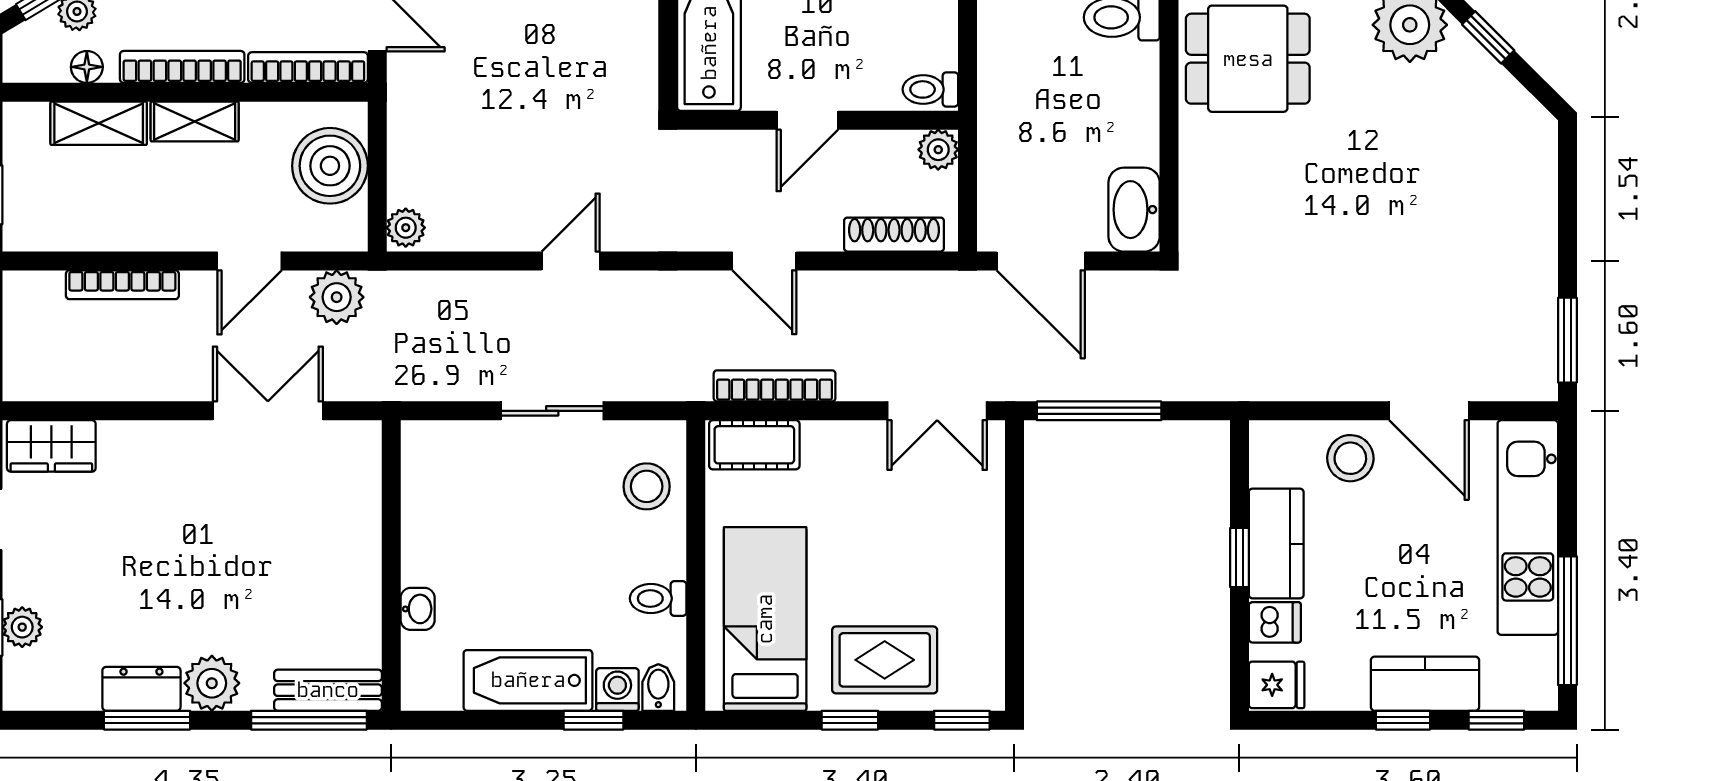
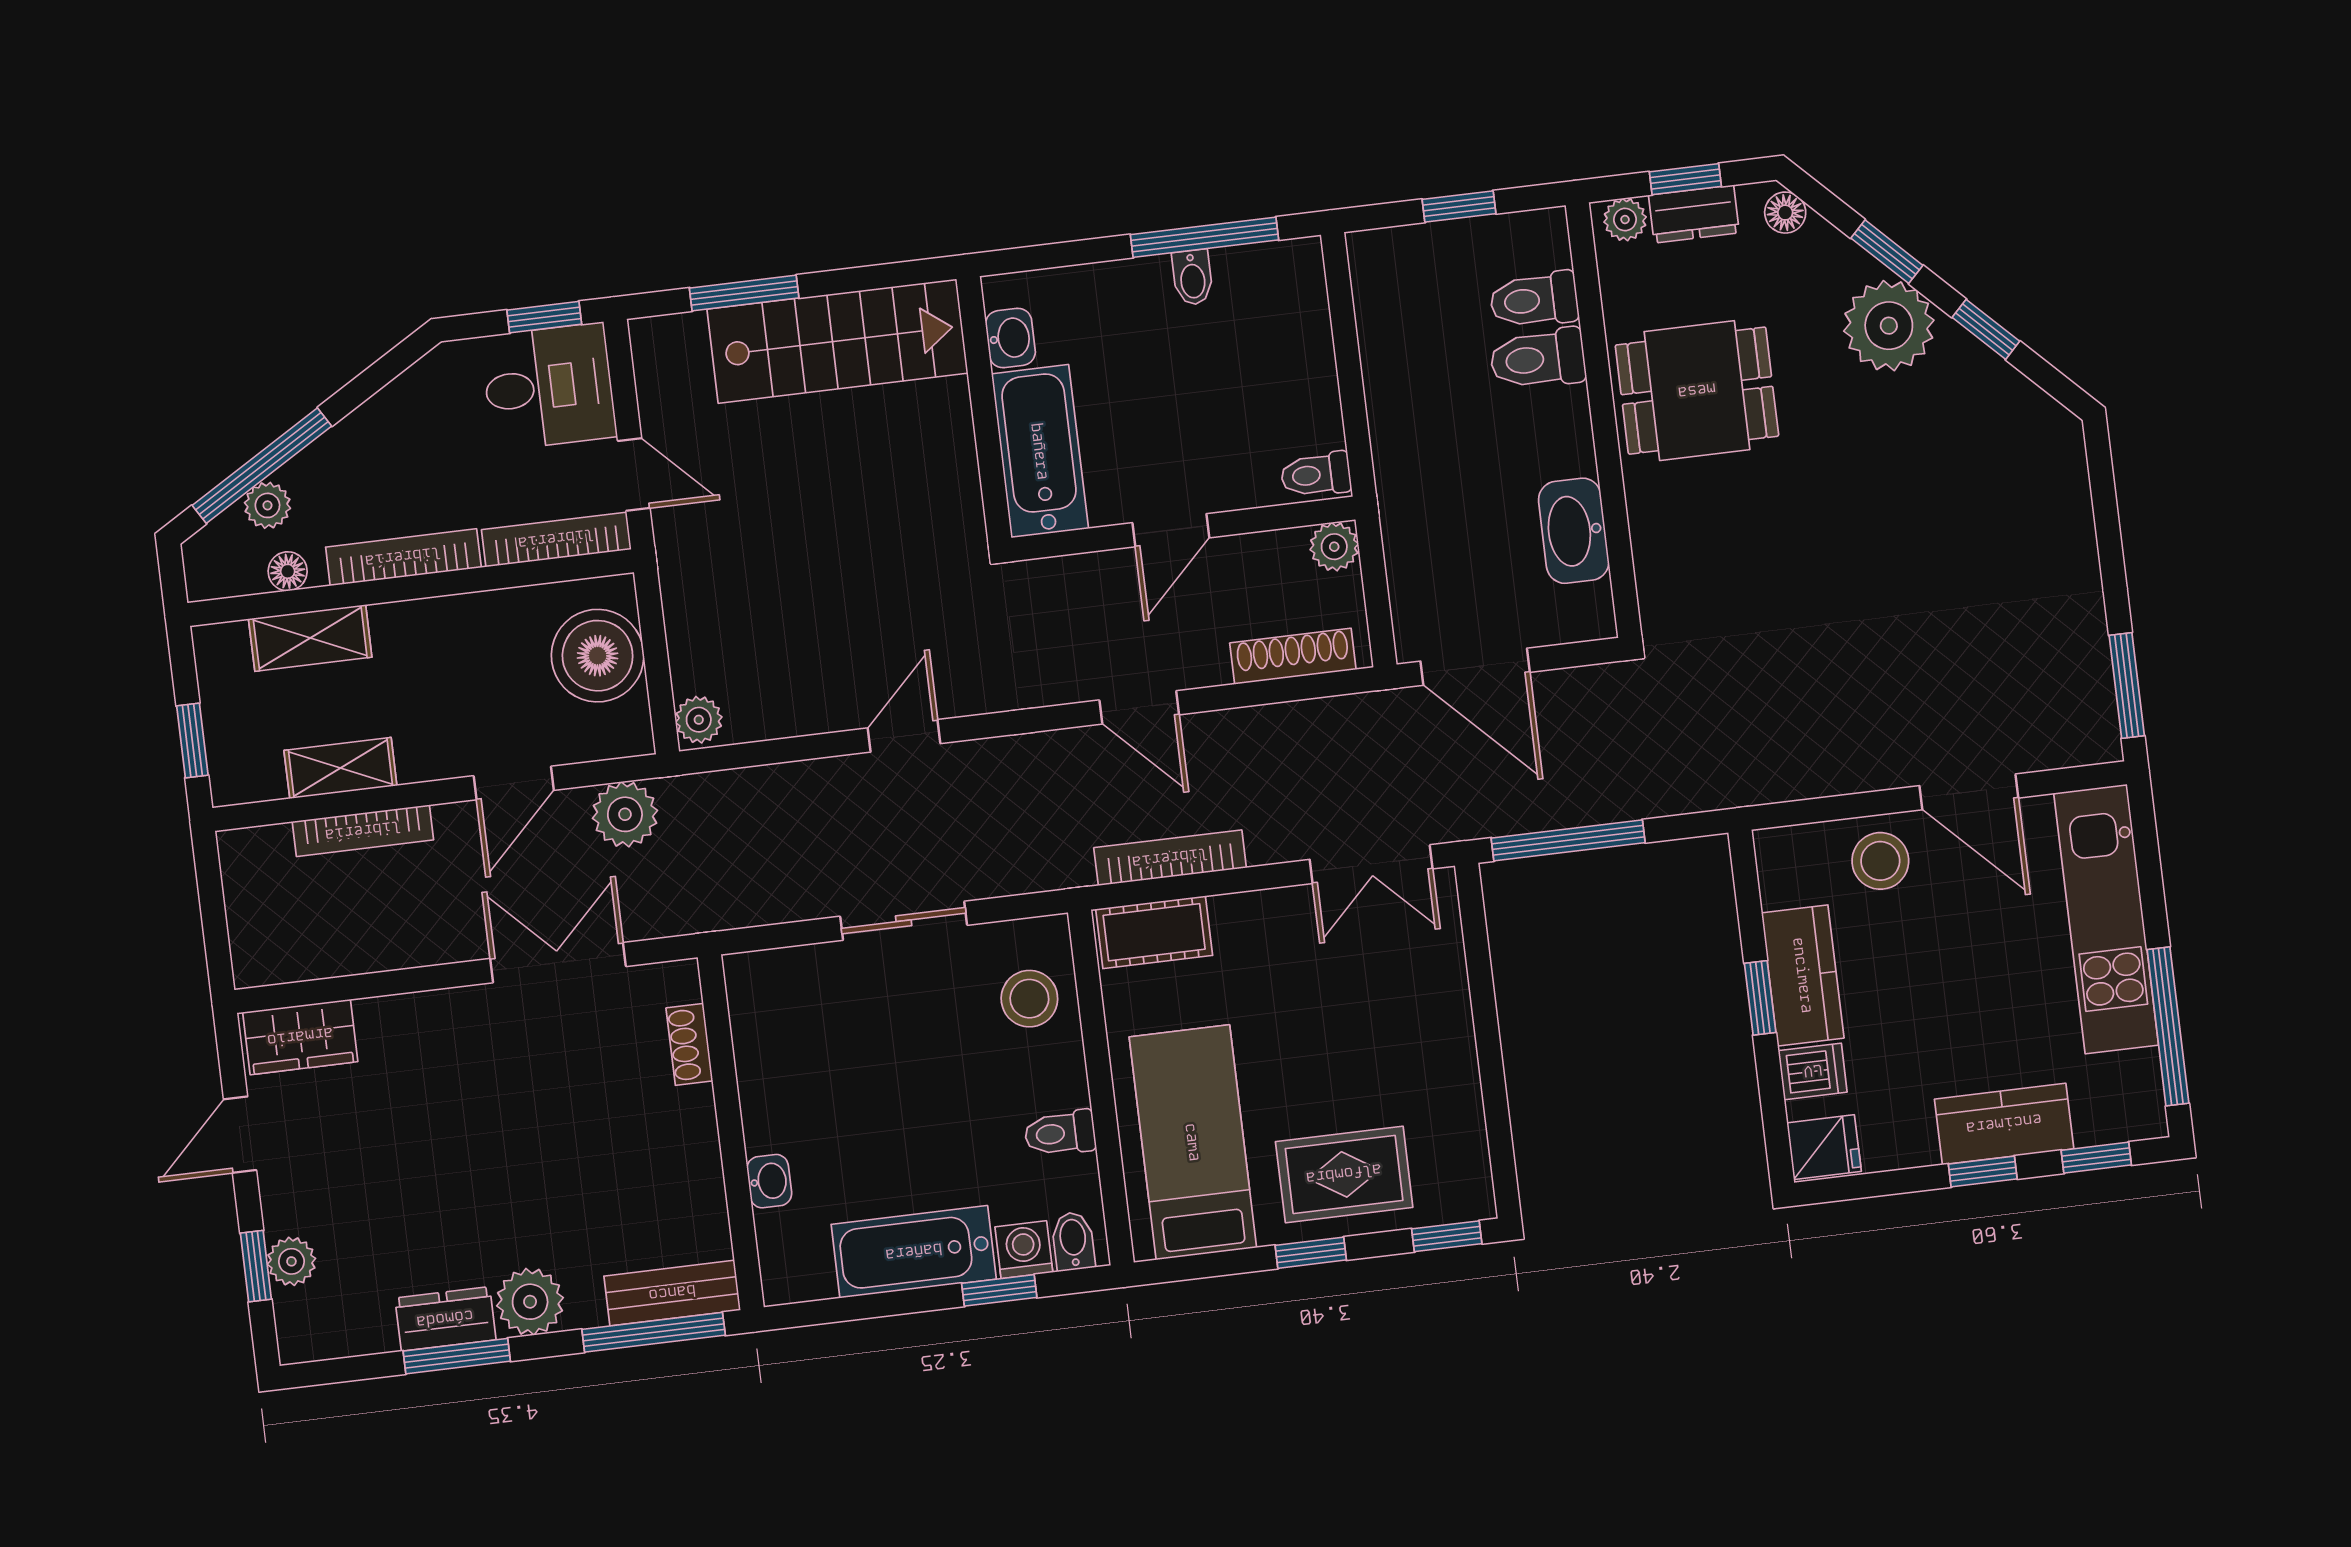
shelving: (195, 121) -> (340, 768), moved
washbasin: (1134, 210) -> (1574, 531), moved
shoe rack: (366, 490) -> (689, 1044), added

